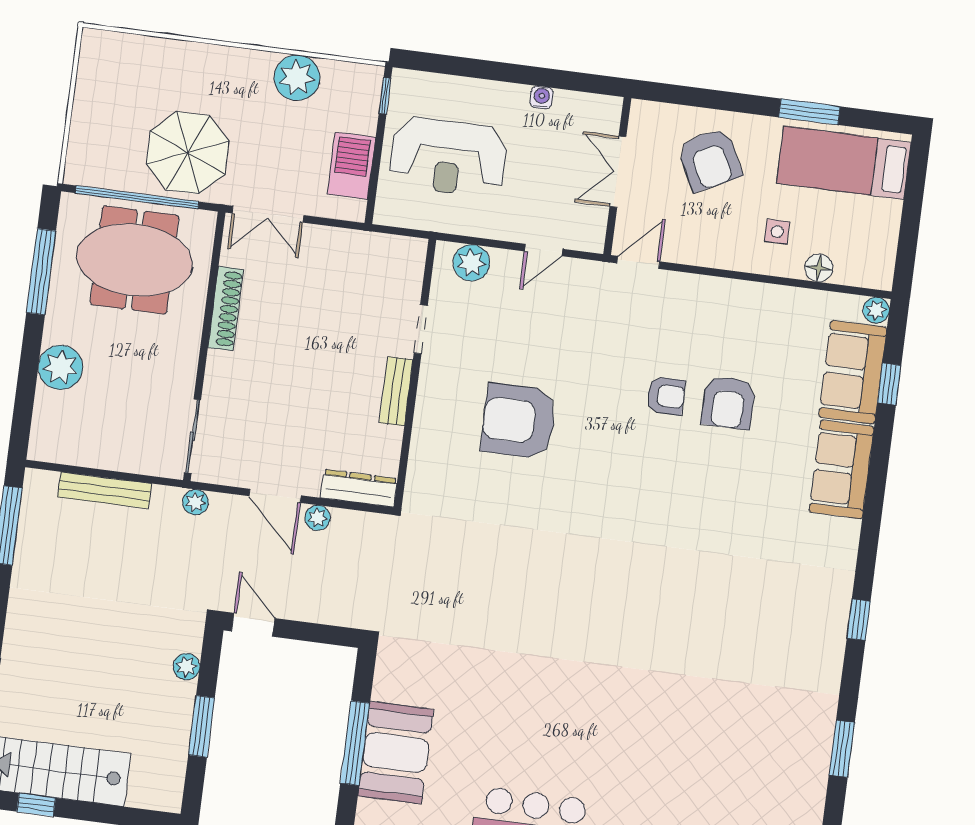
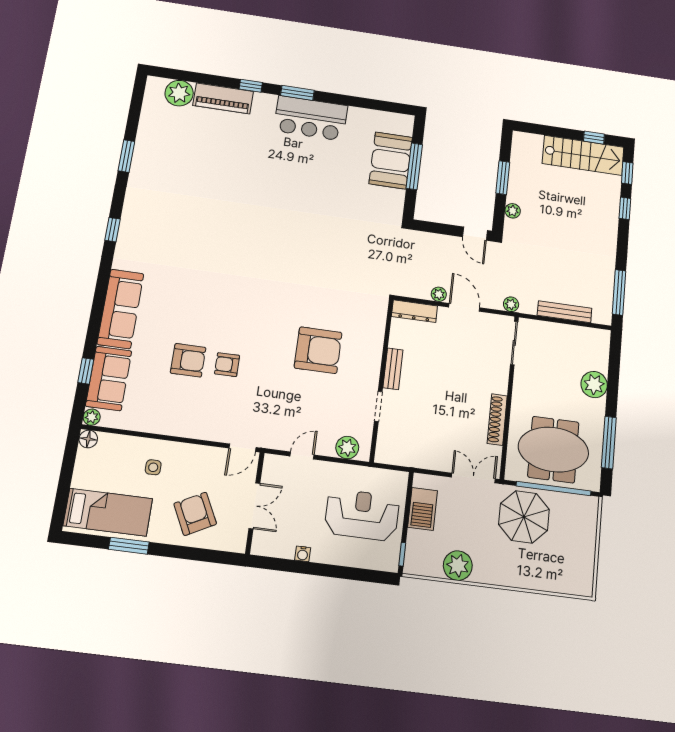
floor lamp: (819, 268) -> (88, 439), moved
armchair: (728, 403) -> (188, 360), turned 90
sofa: (842, 469) -> (121, 309), width x1.36

